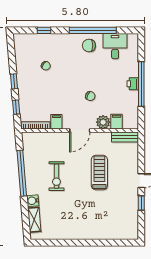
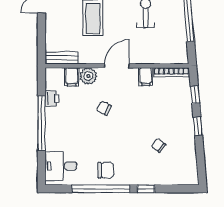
window: (44, 30) -> (146, 189), moved
desk: (115, 46) -> (61, 166), moved, turned 90
printer: (133, 84) -> (52, 99), moved

